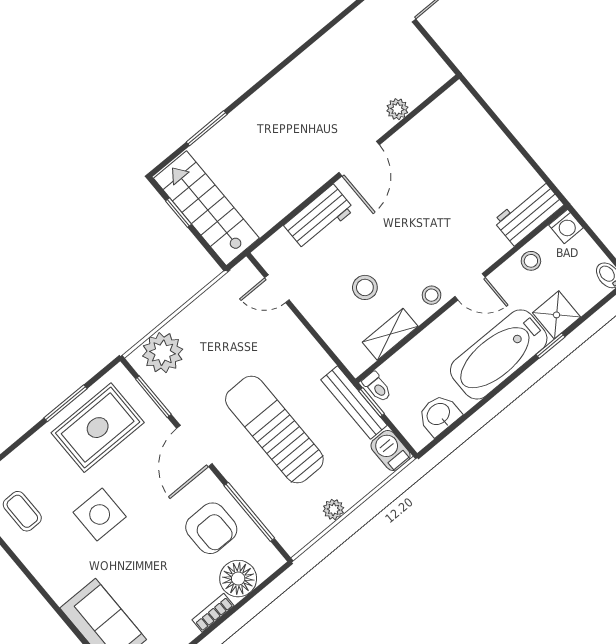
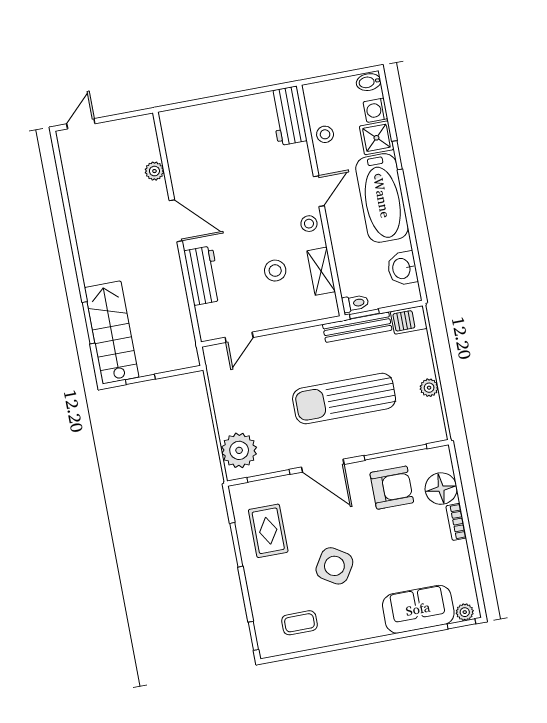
stairs: (206, 208) -> (112, 332), moved, turned 90
washing machine: (566, 226) -> (376, 110), moved, turned 180
rug: (98, 428) -> (268, 531), width x0.73, depth x0.70
side table: (100, 514) -> (334, 566), turned 32

